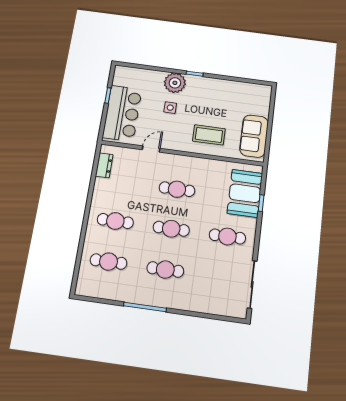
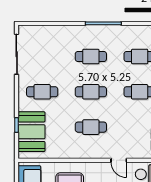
door: (151, 149) -> (119, 160), hinge flipped

